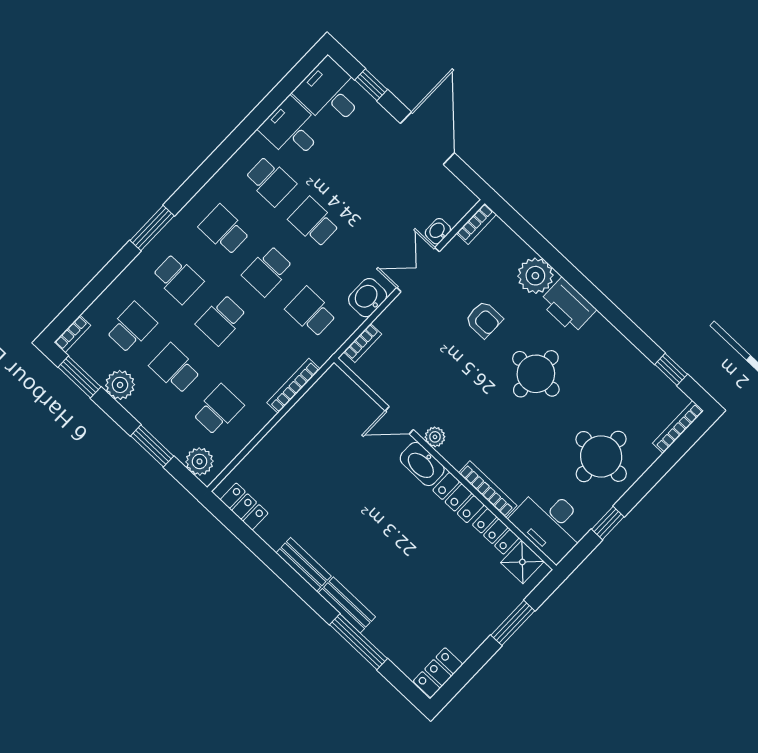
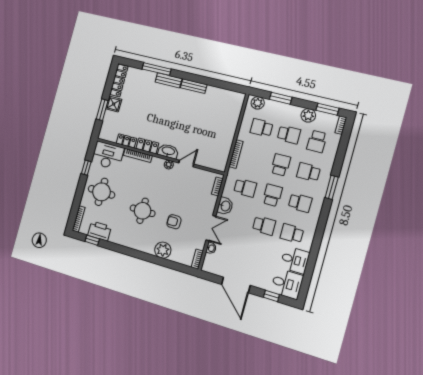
printer: (568, 306) -> (100, 231), moved
school desk: (218, 410) -> (262, 128), turned 90
locker: (244, 506) -> (230, 95), removed
shower: (522, 562) -> (114, 104), moved
locker: (438, 673) -> (119, 80), width x1.53

